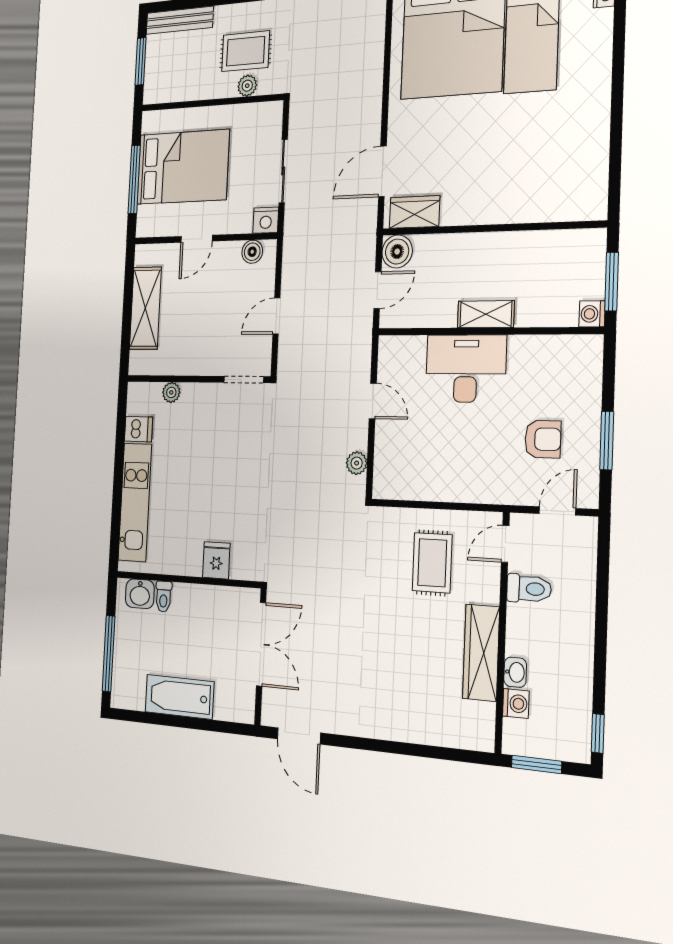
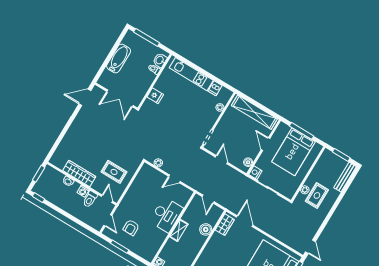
boiler: (397, 252) -> (206, 229), moved
shelving: (145, 308) -> (254, 112), width x1.47
washing machine: (516, 704) -> (83, 191), moved

